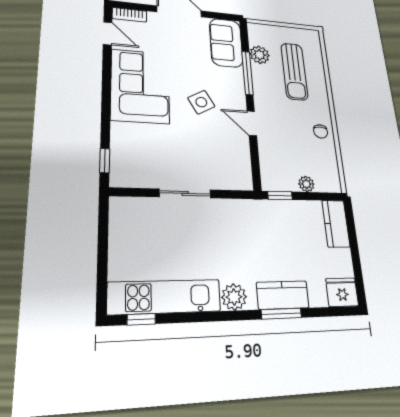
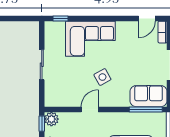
plant: (260, 55) -> (51, 119), moved
window: (248, 73) -> (146, 109), moved
corner sofa: (140, 86) -> (90, 39), moved

